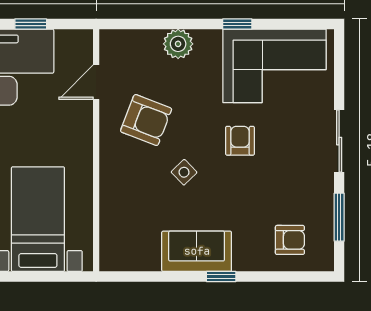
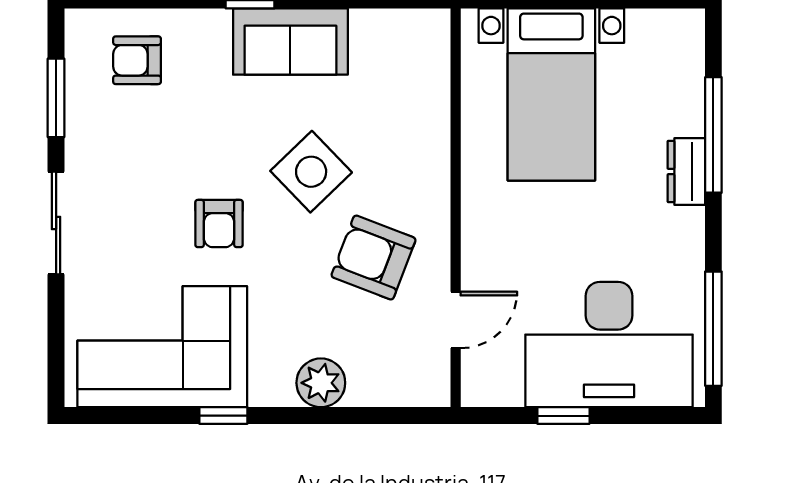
side table: (184, 172) -> (311, 172), width x1.87, depth x1.87

